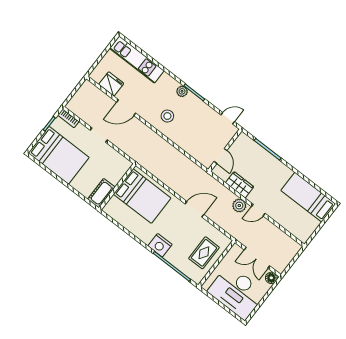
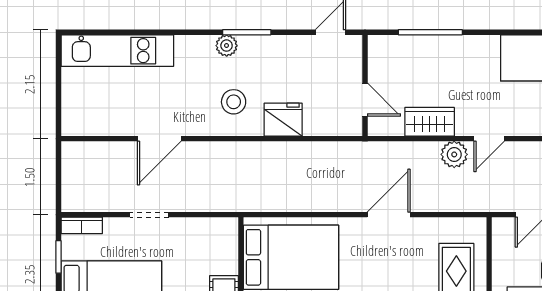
fridge: (111, 84) -> (283, 120), moved

